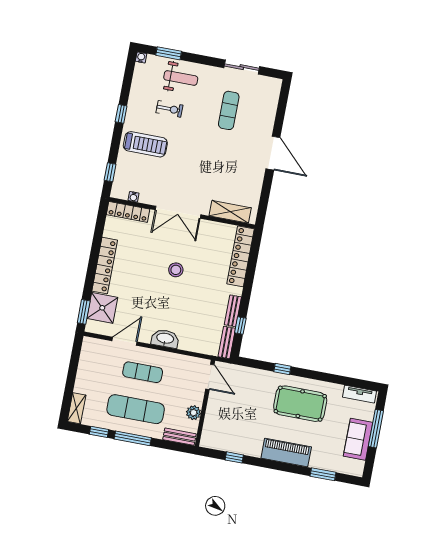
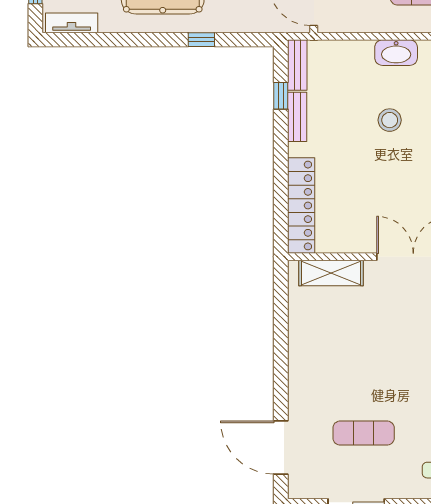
exercise mat: (229, 110) -> (364, 433), turned 90
door: (273, 153) -> (281, 448), moved
stool: (176, 270) -> (390, 120), moved

